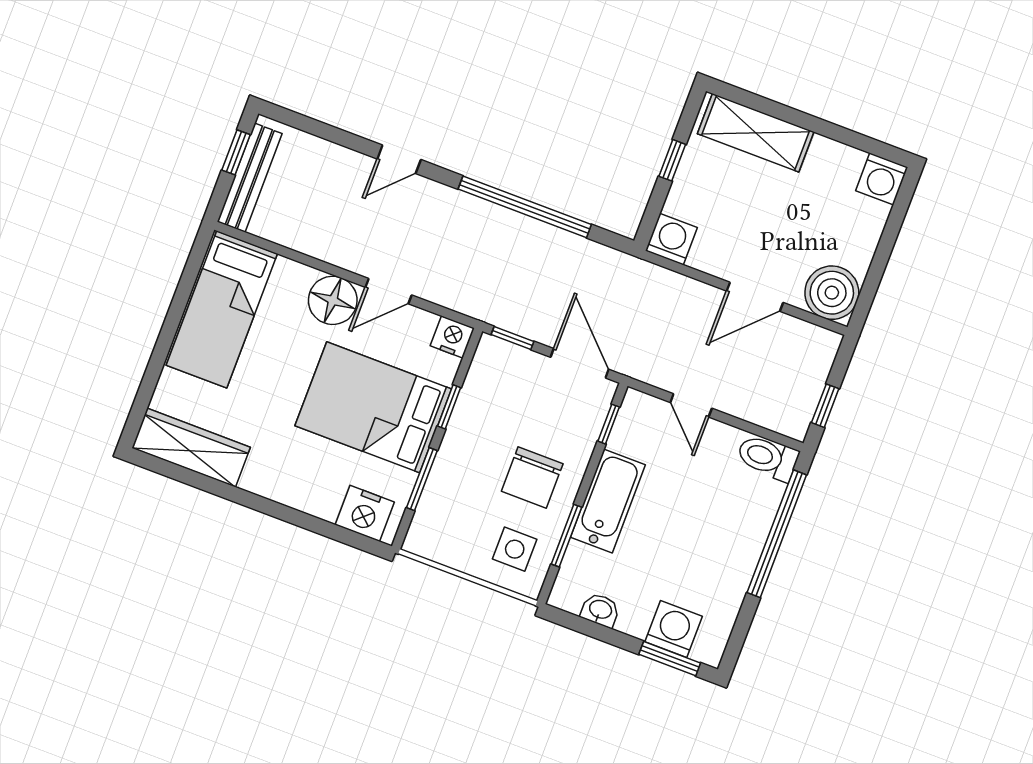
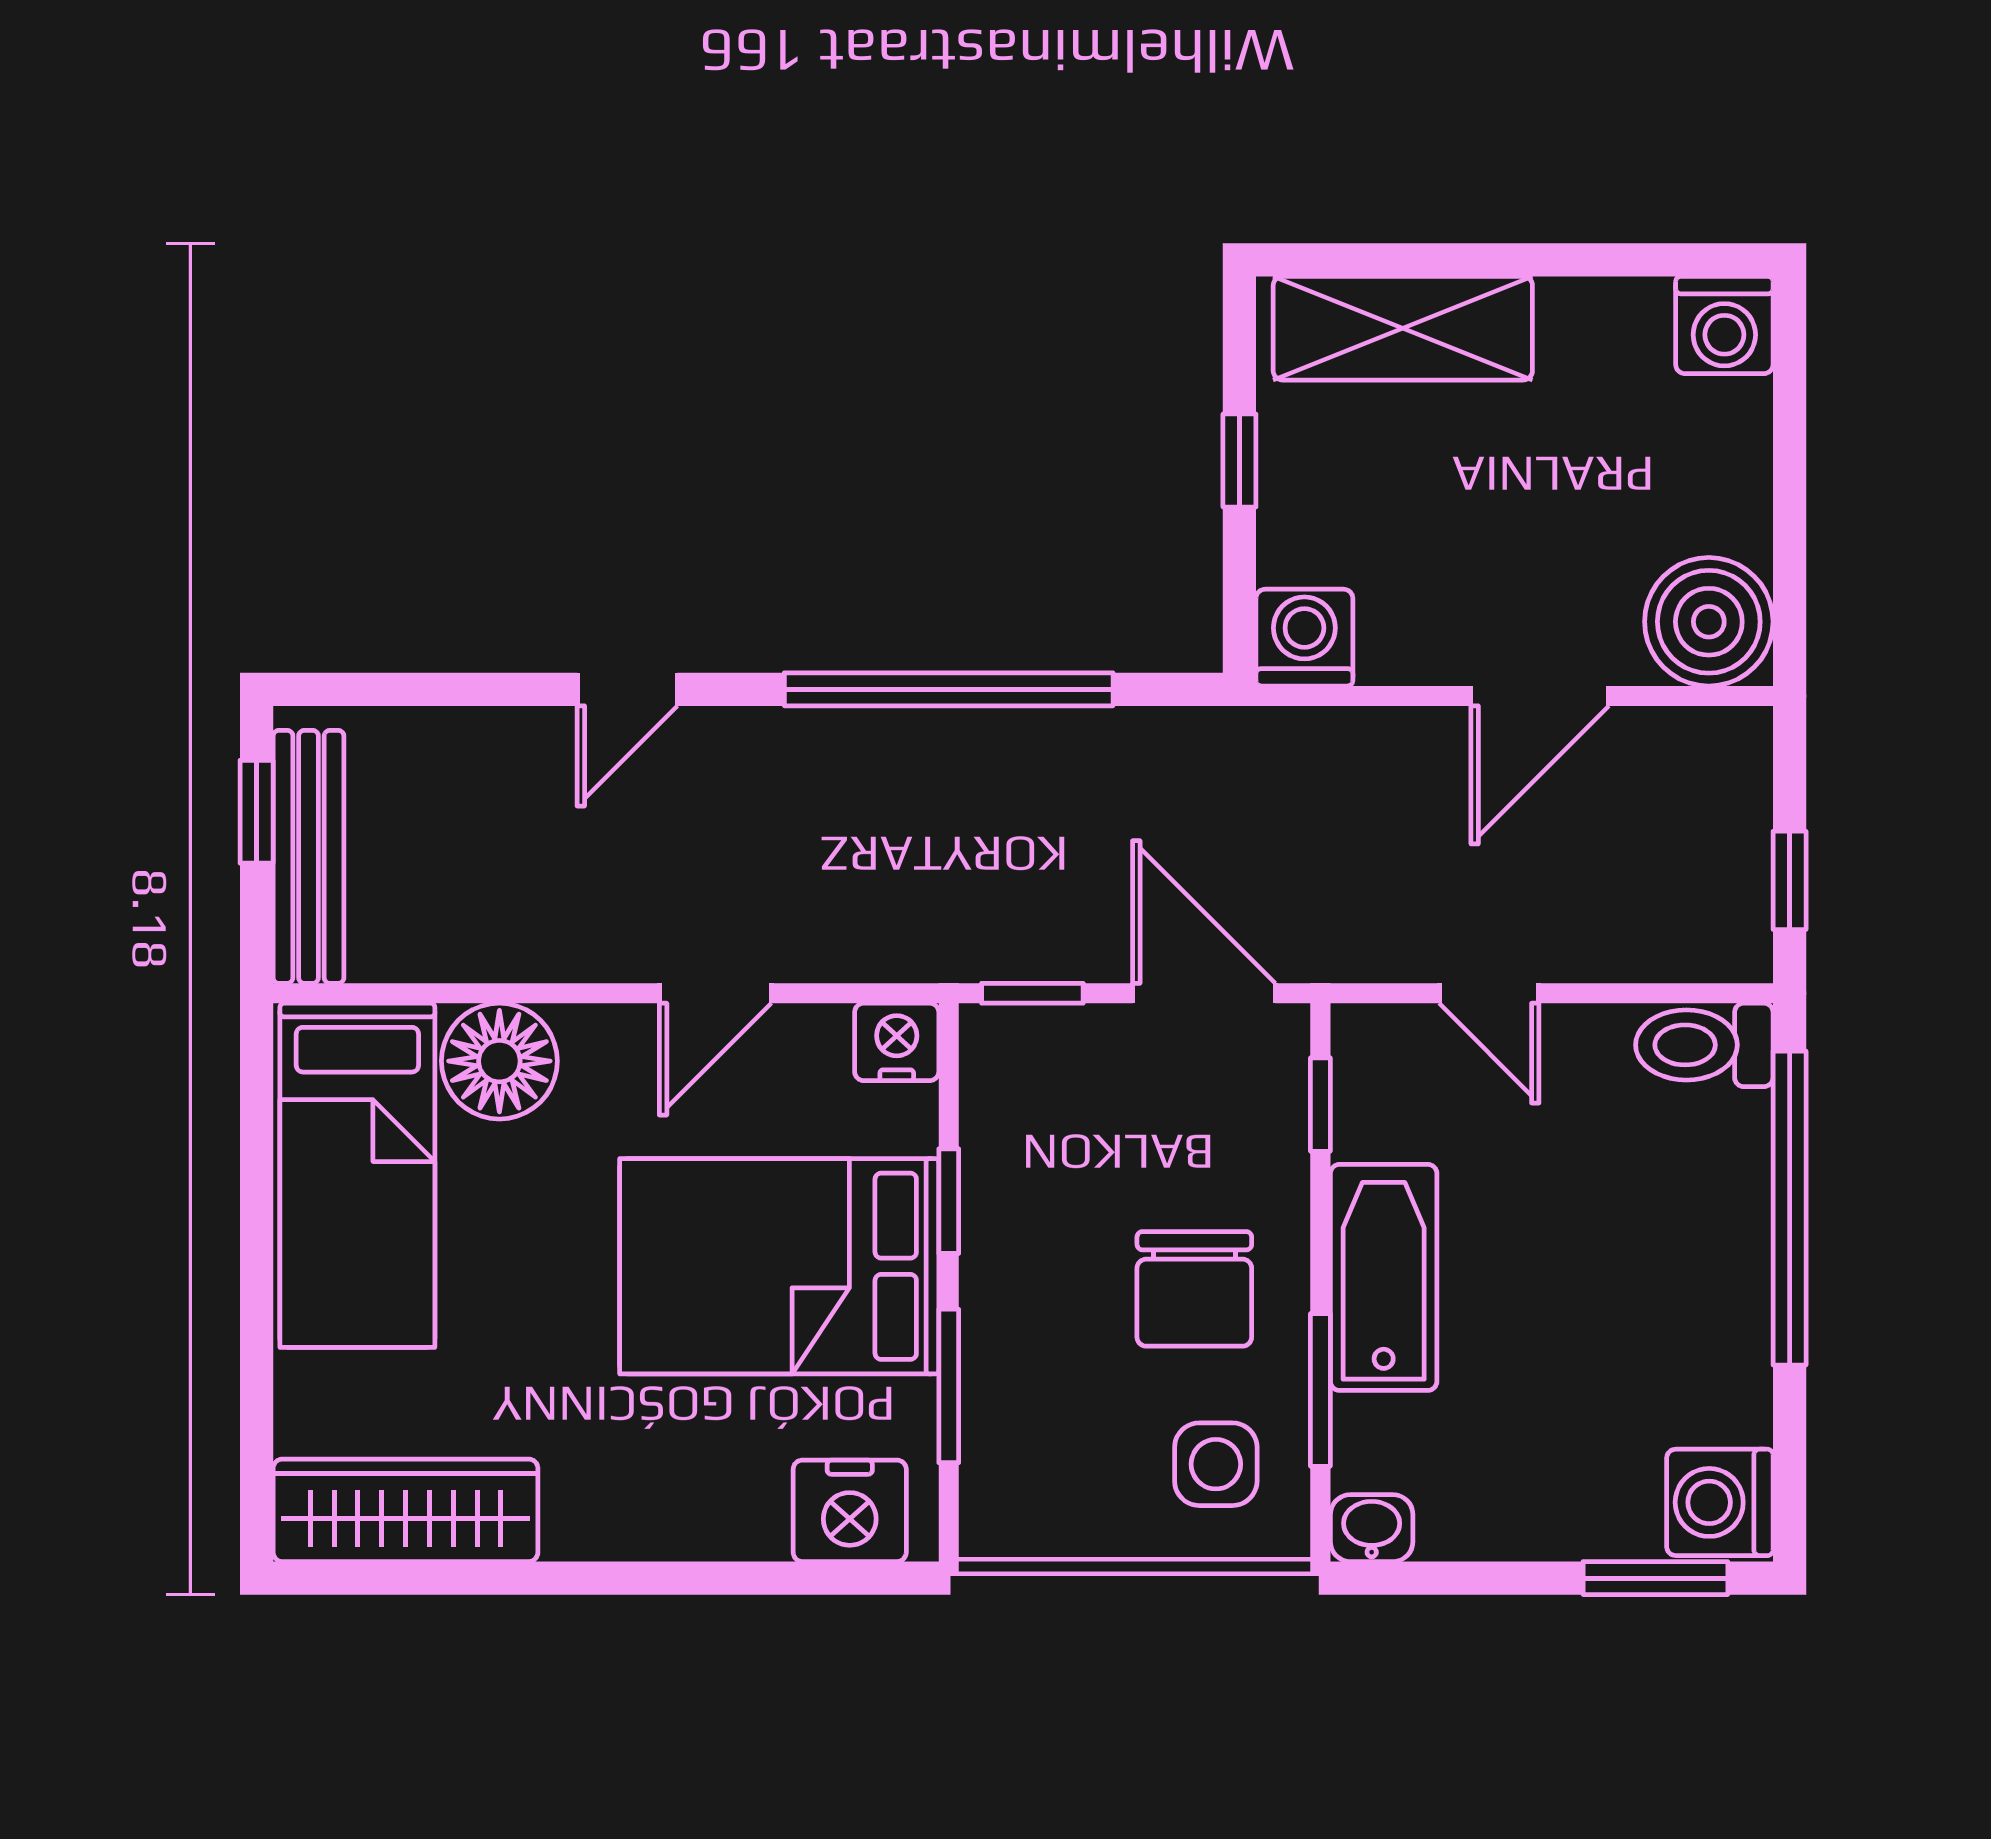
floor lamp: (333, 300) -> (499, 1061), moved
washbasin: (600, 610) -> (1372, 1528), moved
washing machine: (674, 629) -> (1720, 1502), moved, turned -90

